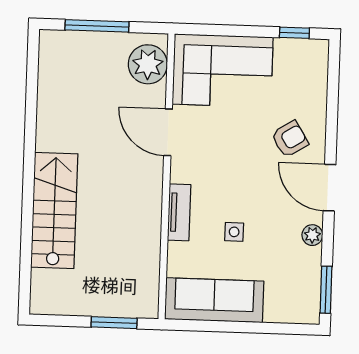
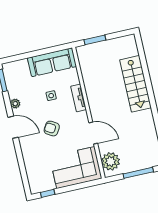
armchair: (290, 139) -> (52, 129), moved, turned 63

